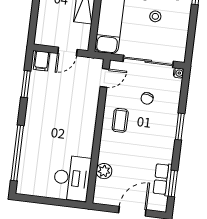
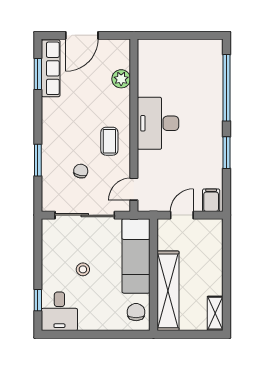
water cooler: (179, 73) -> (47, 206), removed
window: (26, 84) -> (226, 153), moved
window: (180, 127) -> (38, 160), moved
desk: (72, 178) -> (158, 123), moved
row of seats: (163, 179) -> (51, 68), width x1.48

